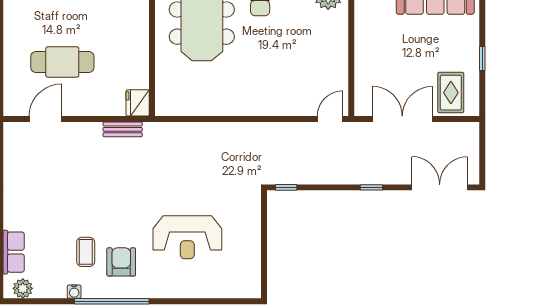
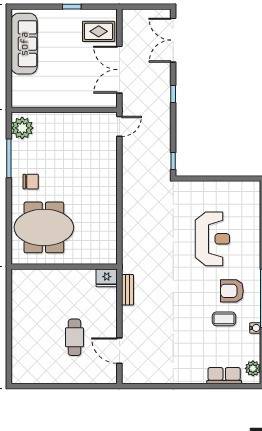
cafe table: (62, 62) -> (74, 337), width x0.73, depth x0.74
door: (330, 119) -> (119, 126), swing flipped

